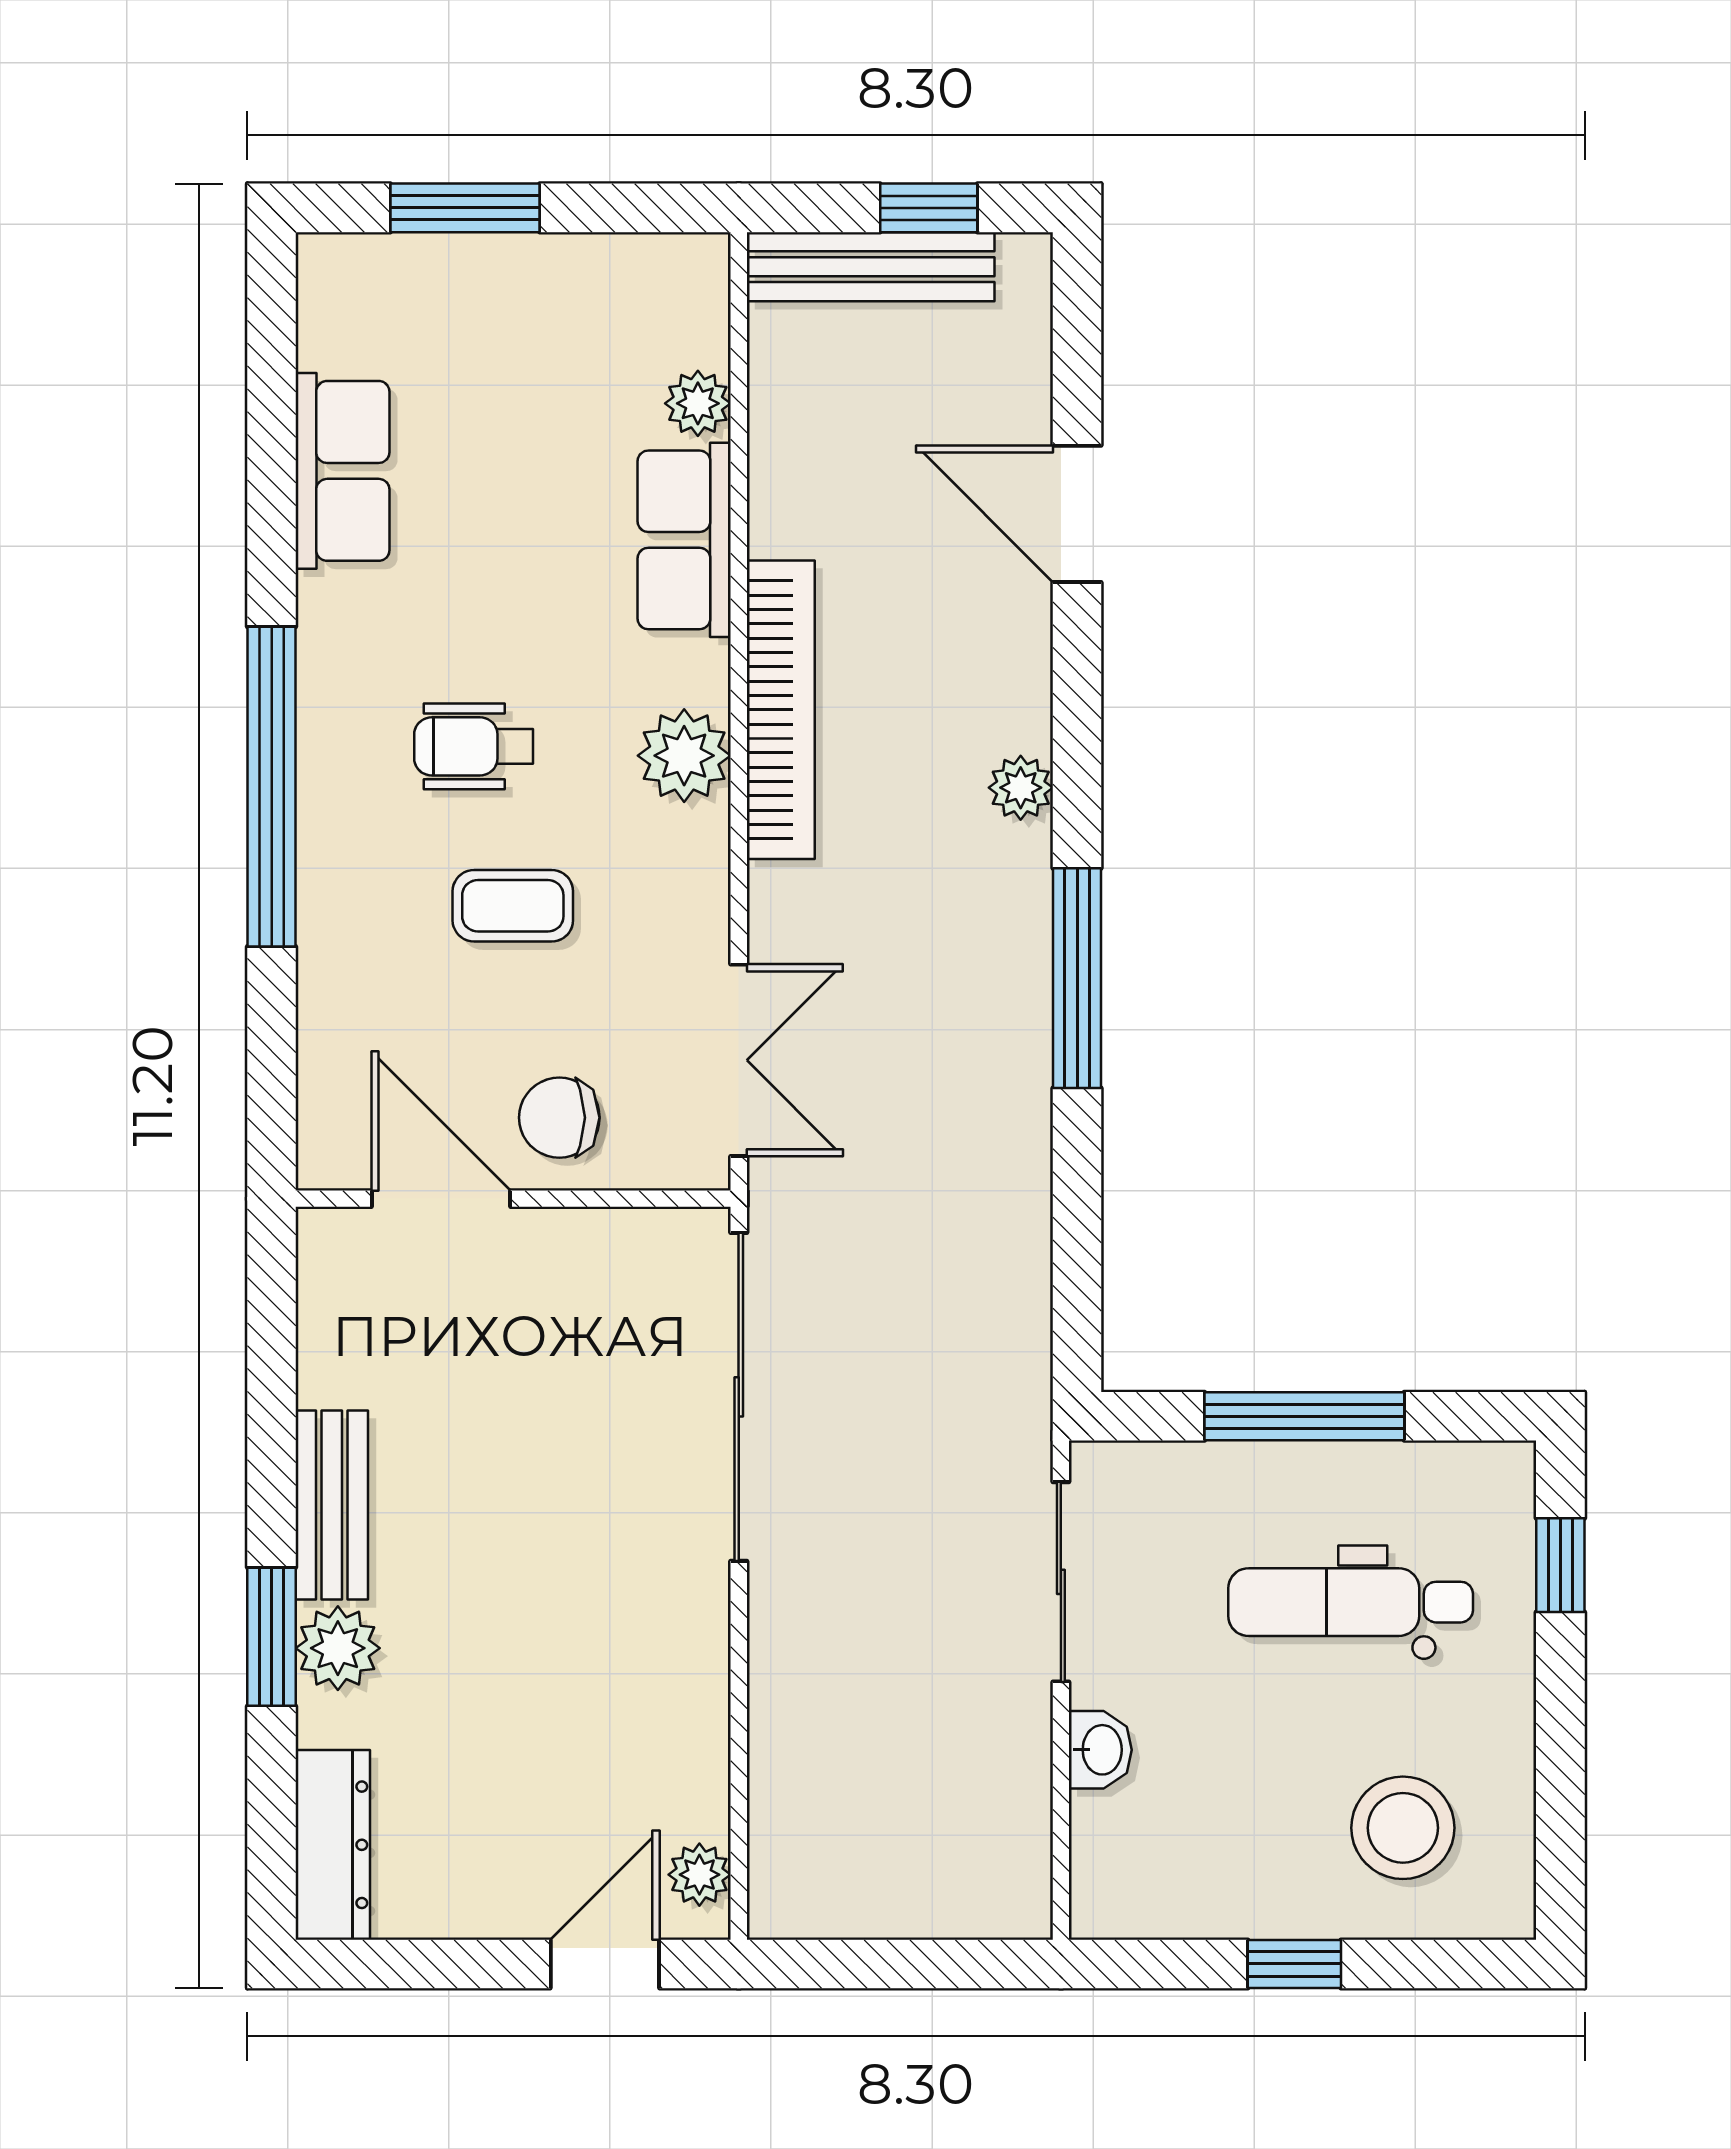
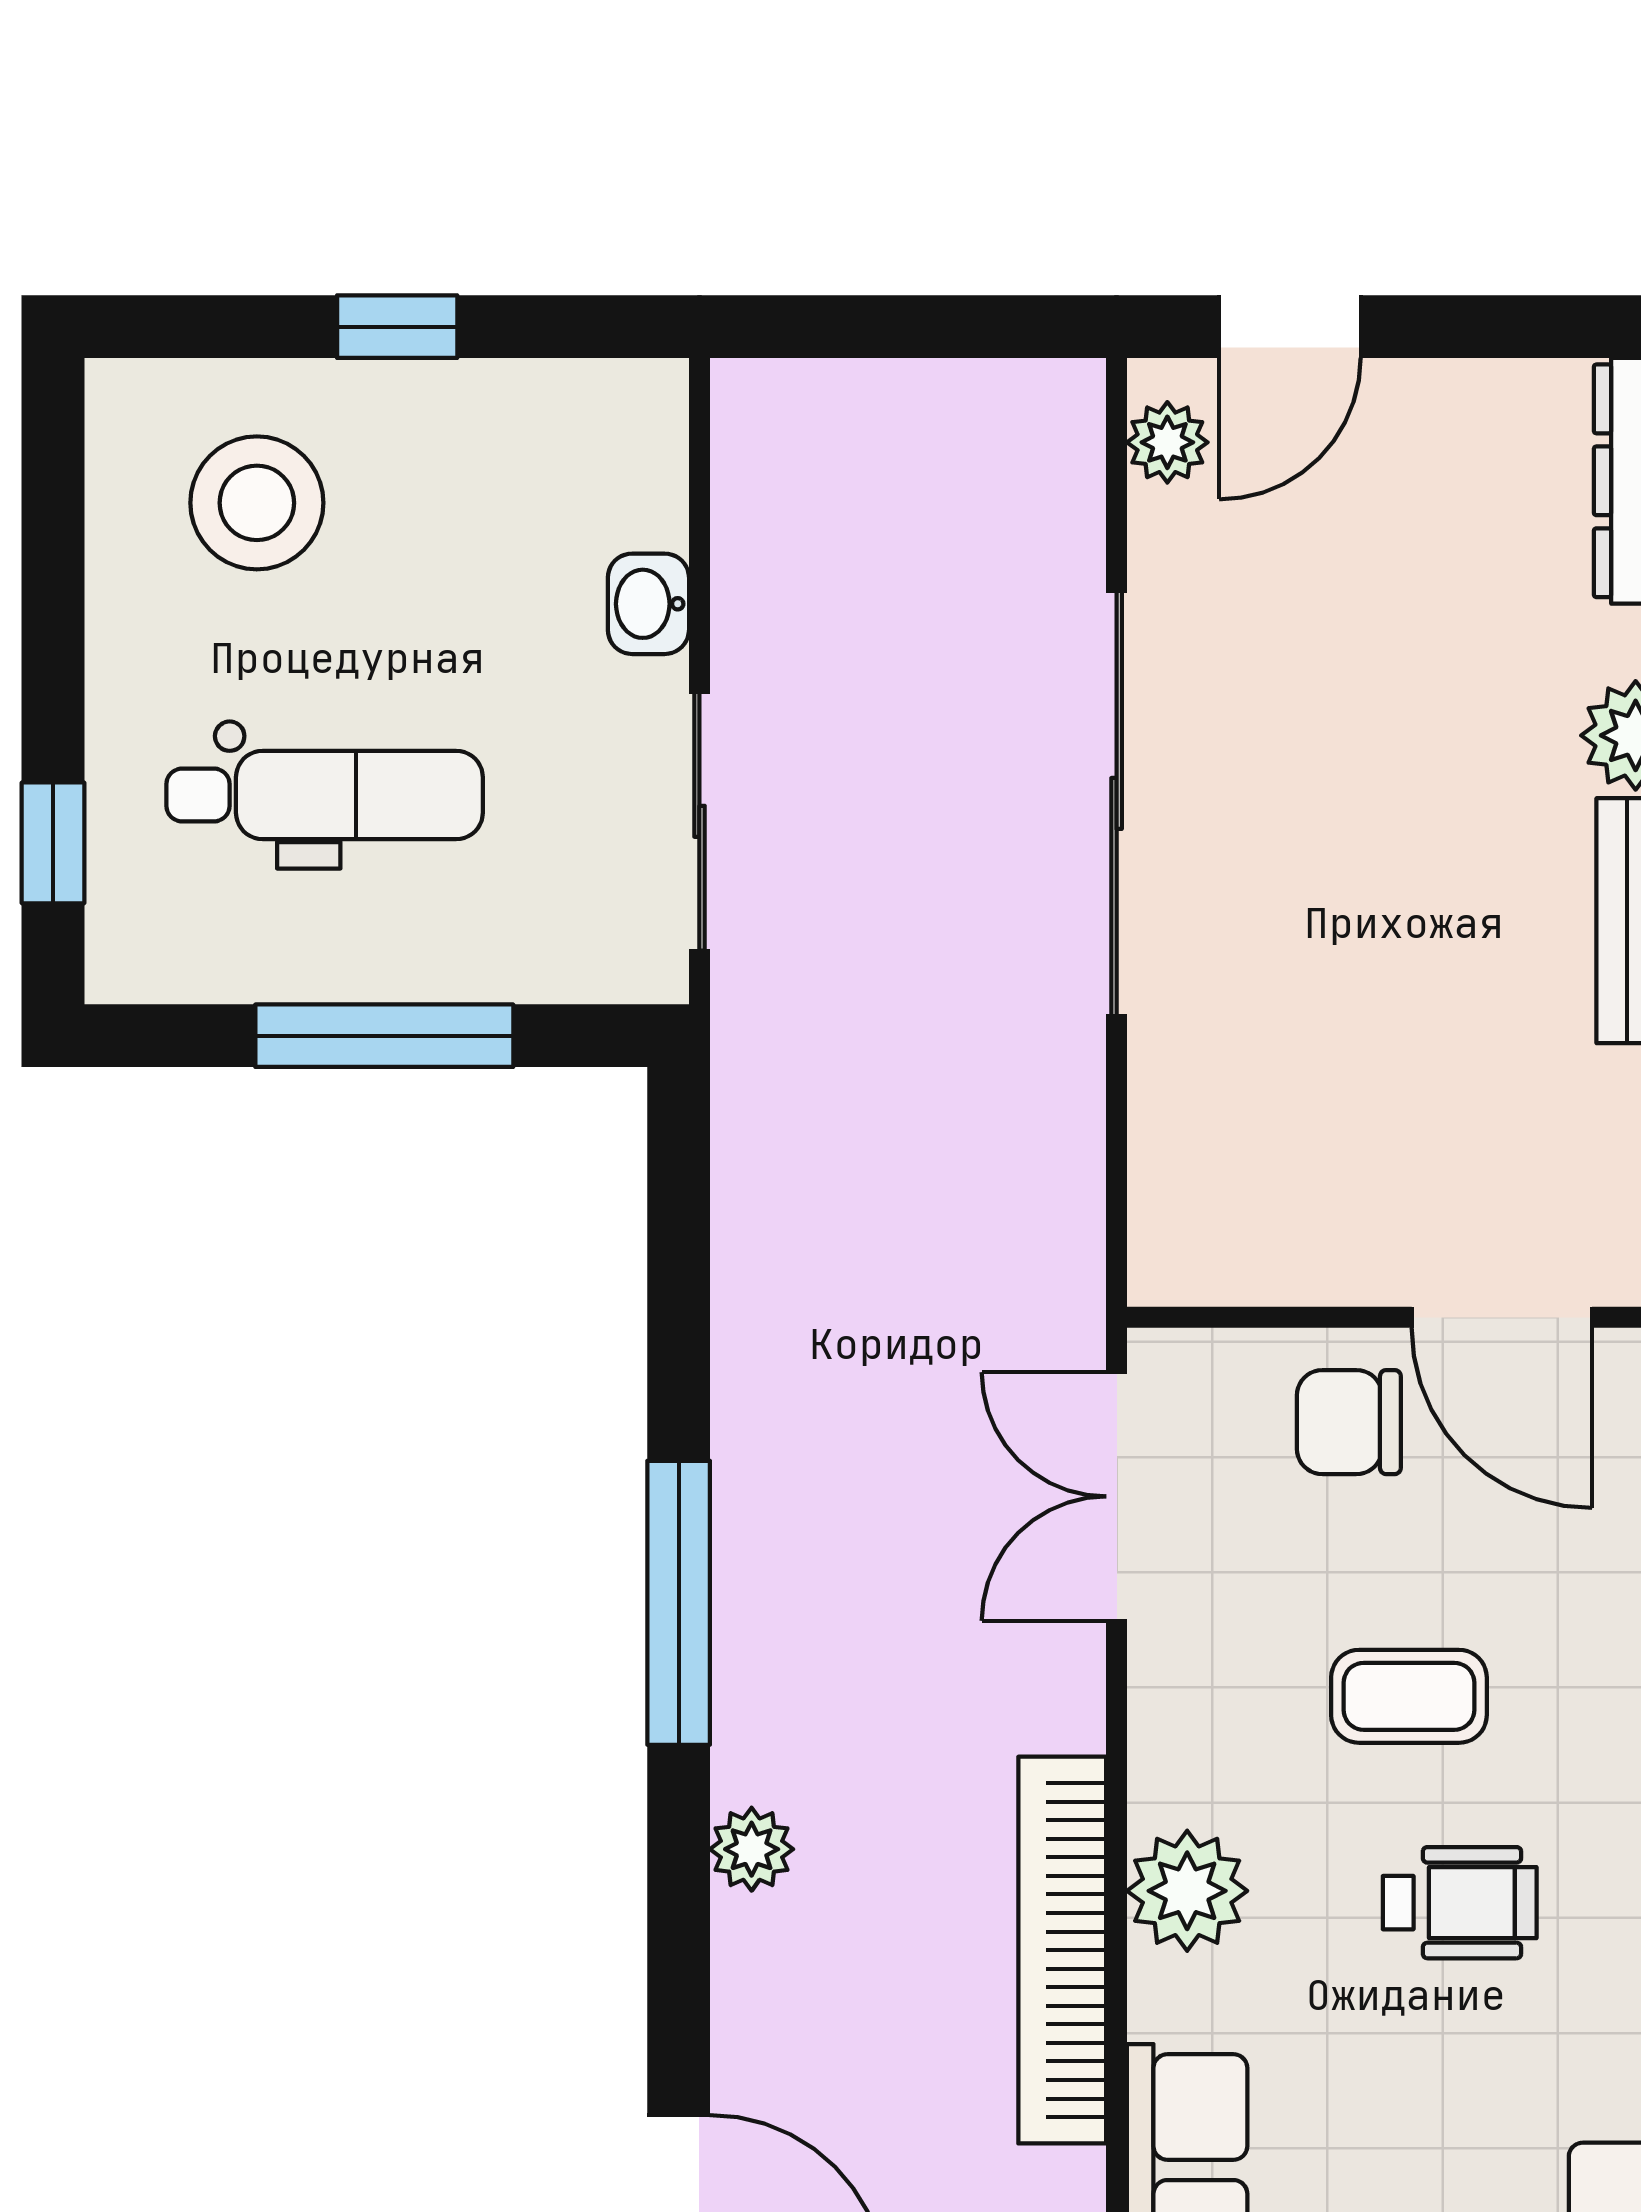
chair: (559, 1118) -> (1349, 1422), turned 180
sliding door: (739, 1397) -> (1117, 803), moved

